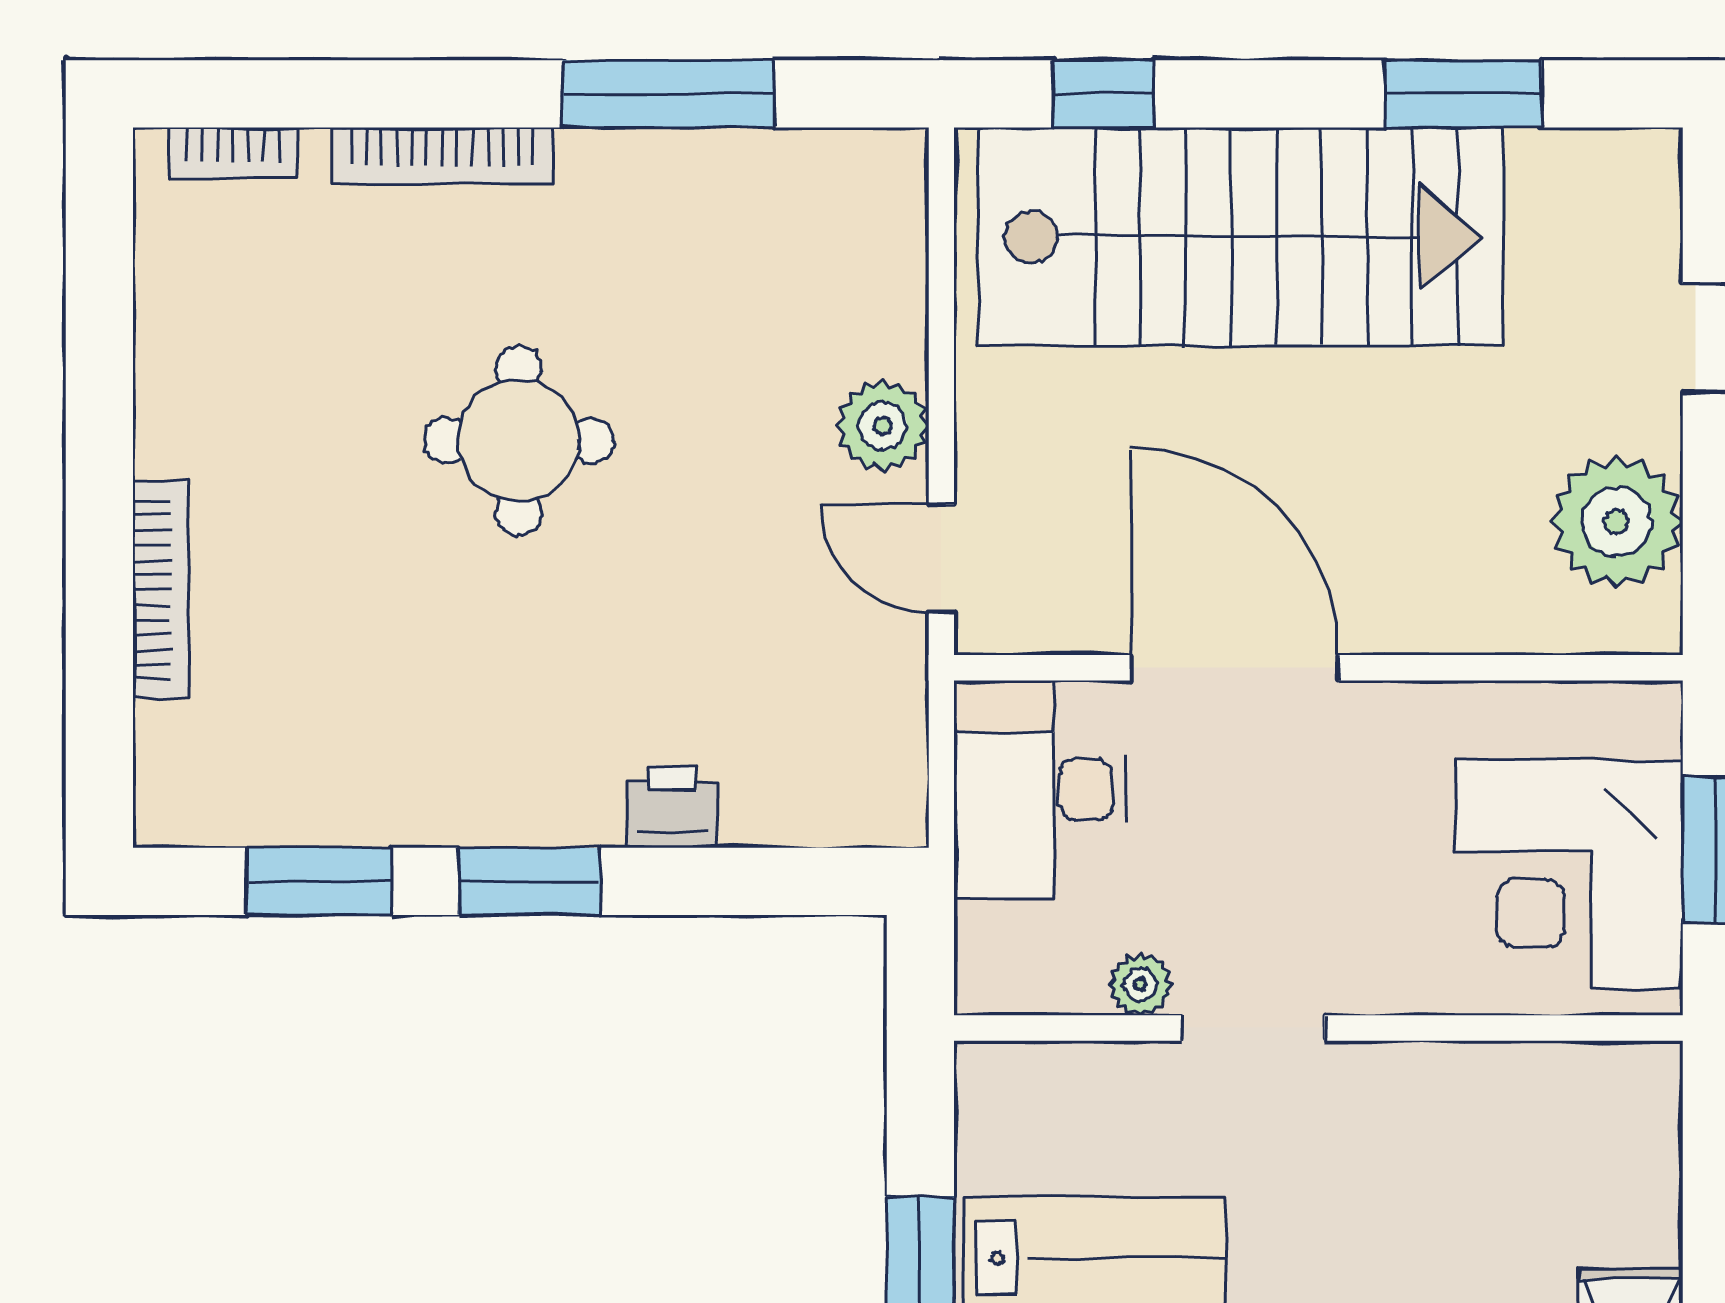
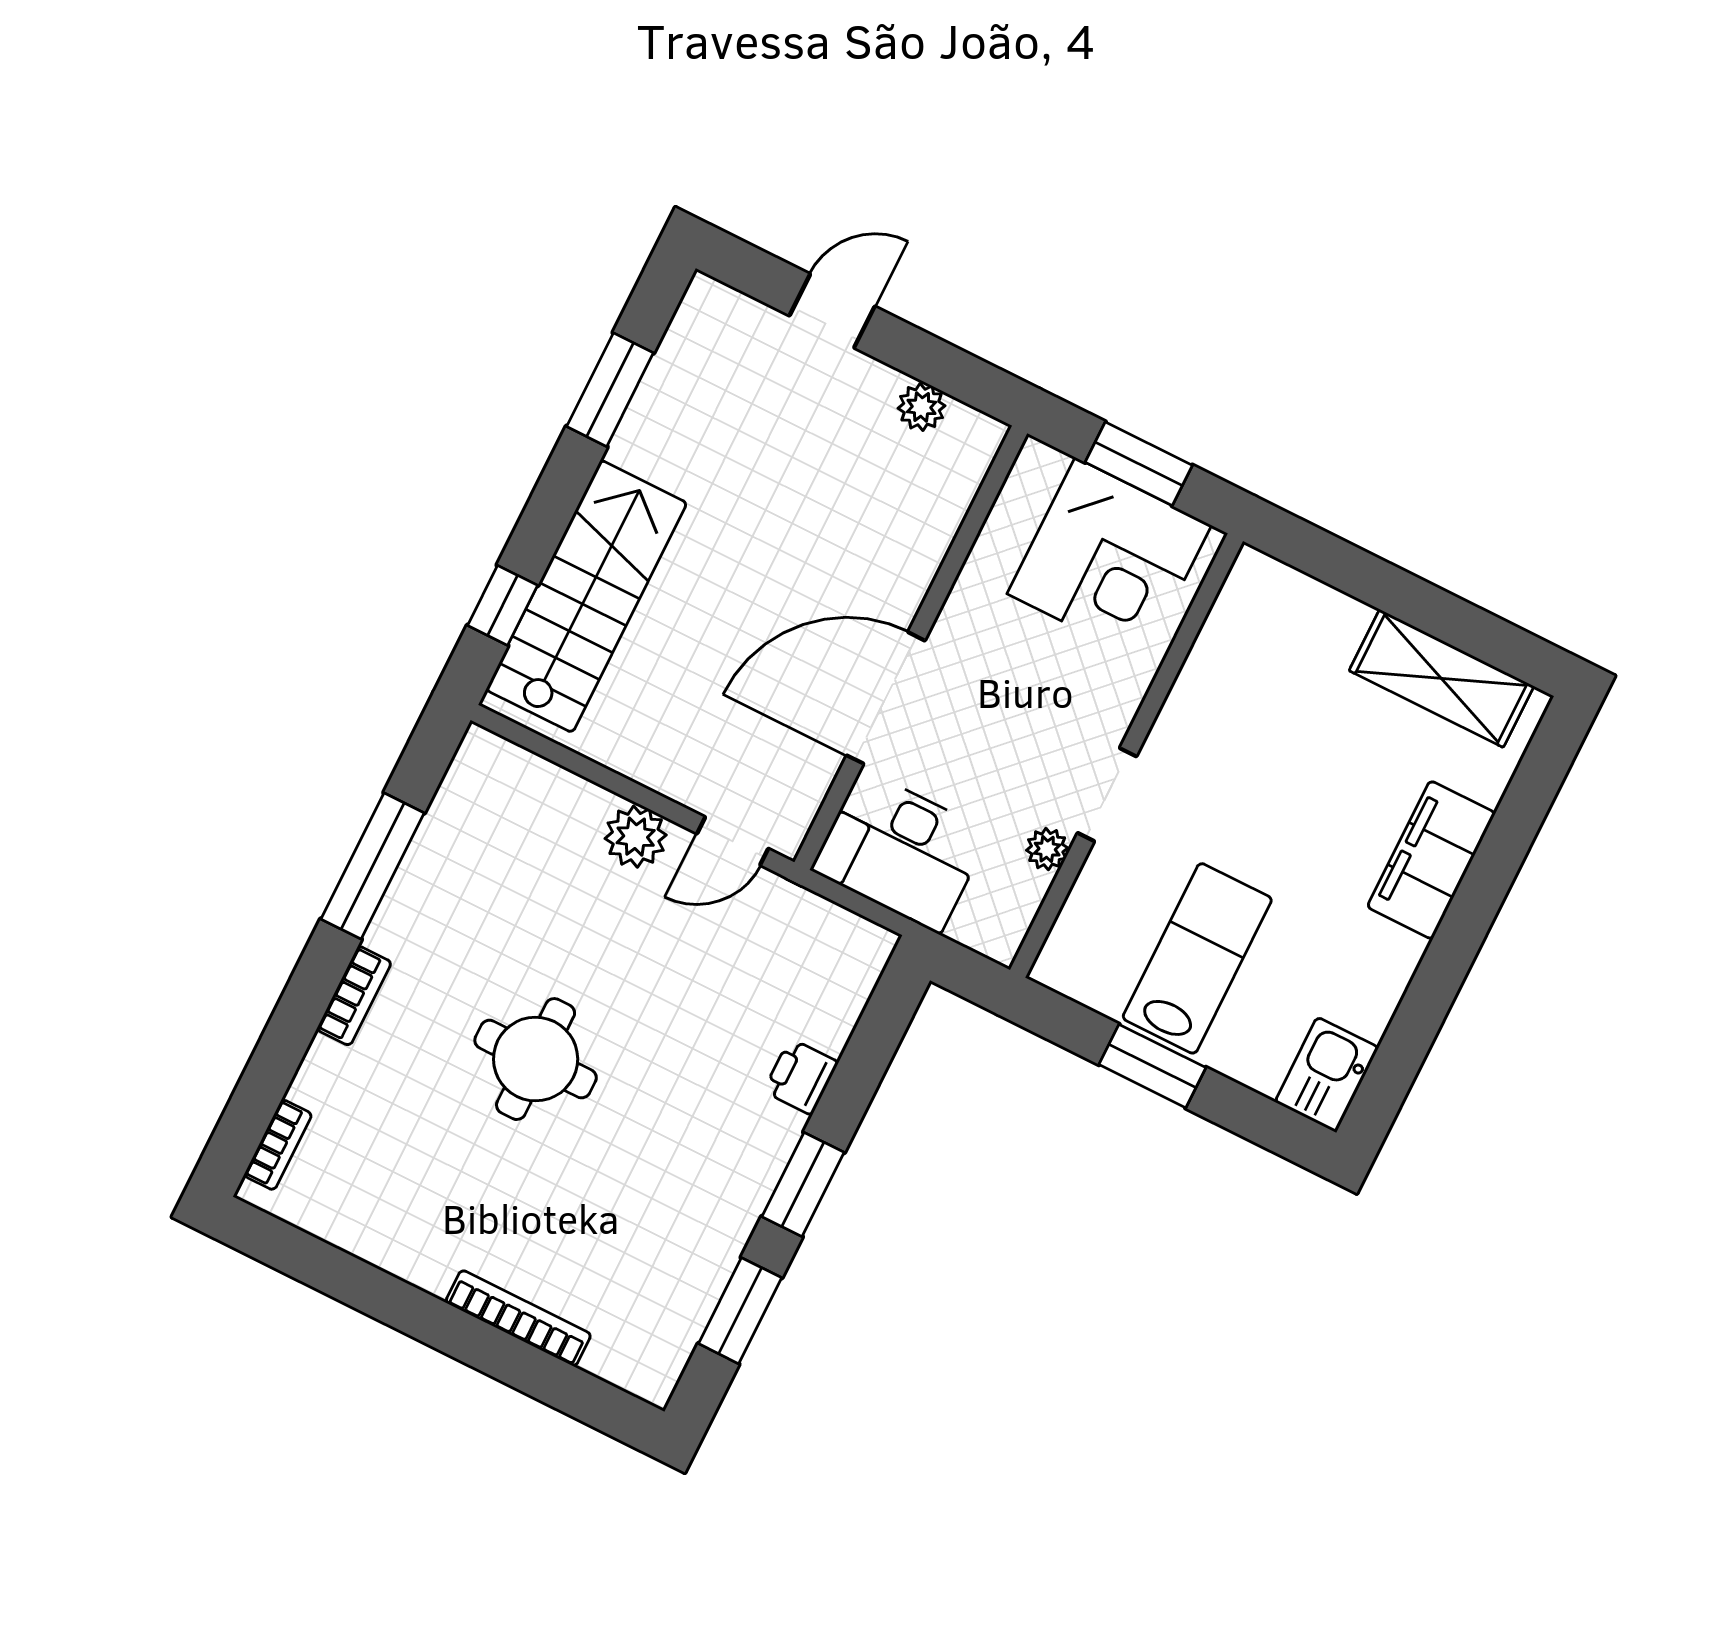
bookcase: (442, 156) -> (354, 996), width x0.64
stairs: (1241, 237) -> (586, 596), width x0.73, depth x0.66
plant: (1617, 522) -> (922, 407), width x0.53, depth x0.53

